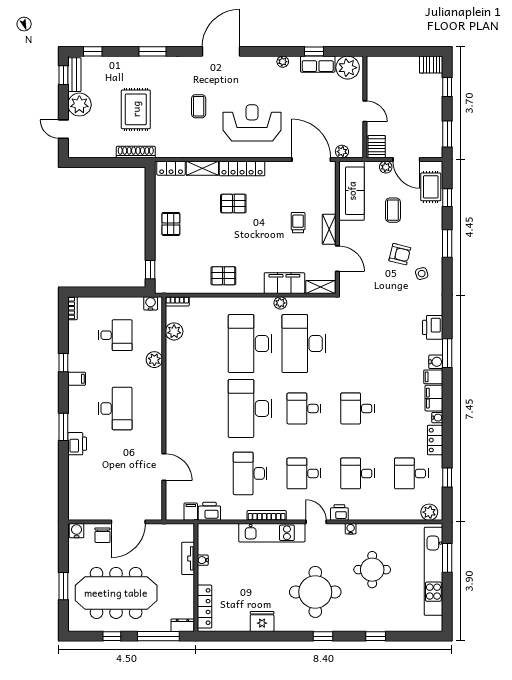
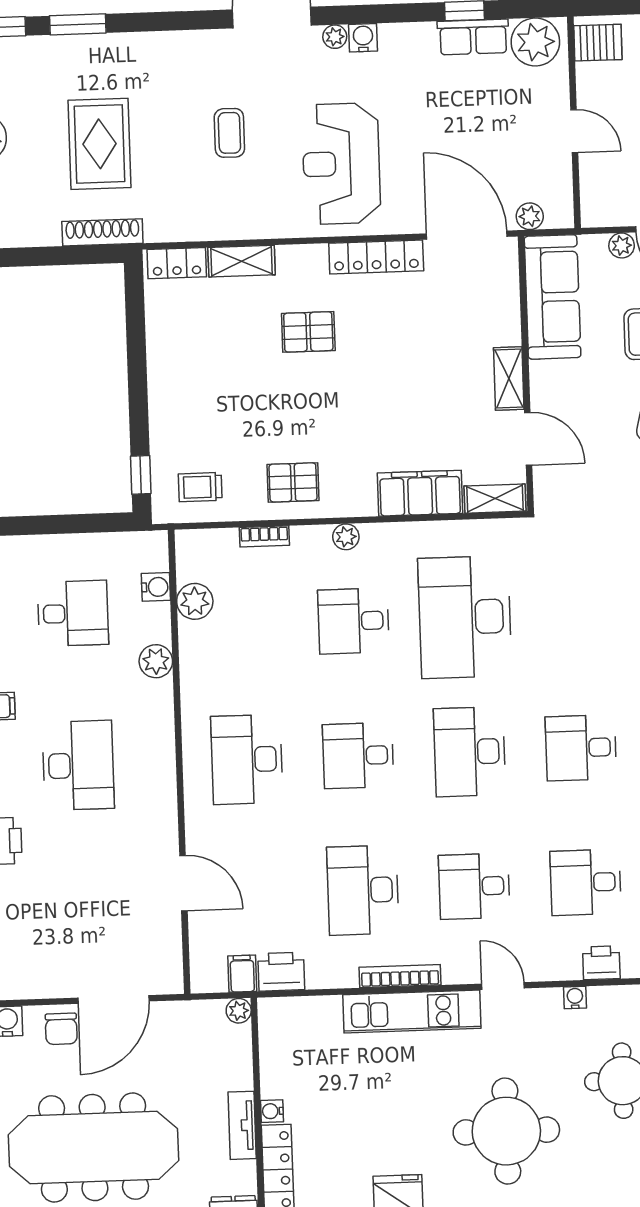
window: (152, 51) -> (78, 24), moved
plant: (283, 62) -> (335, 37), moved
water cooler: (265, 63) -> (363, 38), added
reception desk: (252, 123) -> (341, 164), turned -90
server rack: (377, 147) -> (598, 43), moved, turned 90
locker: (242, 169) -> (376, 257), moved
trolley: (298, 223) -> (200, 487), moved, turned -90
pallet: (171, 224) -> (180, 379), removed
bookcase: (177, 301) -> (264, 536), moved
water cooler: (151, 303) -> (156, 587), moved, turned 90
plant: (280, 303) -> (346, 537), moved
desk: (250, 344) -> (353, 621), width x0.53, depth x0.77
desk: (196, 409) -> (247, 759), added
desk: (250, 409) -> (358, 756), width x0.53, depth x0.77
desk: (304, 409) -> (470, 752), width x1.37
printer: (339, 512) -> (601, 963), moved
plant: (188, 529) -> (239, 1011), added
tv unit: (188, 558) -> (242, 1125), moved
water cooler: (203, 560) -> (272, 1111), moved

